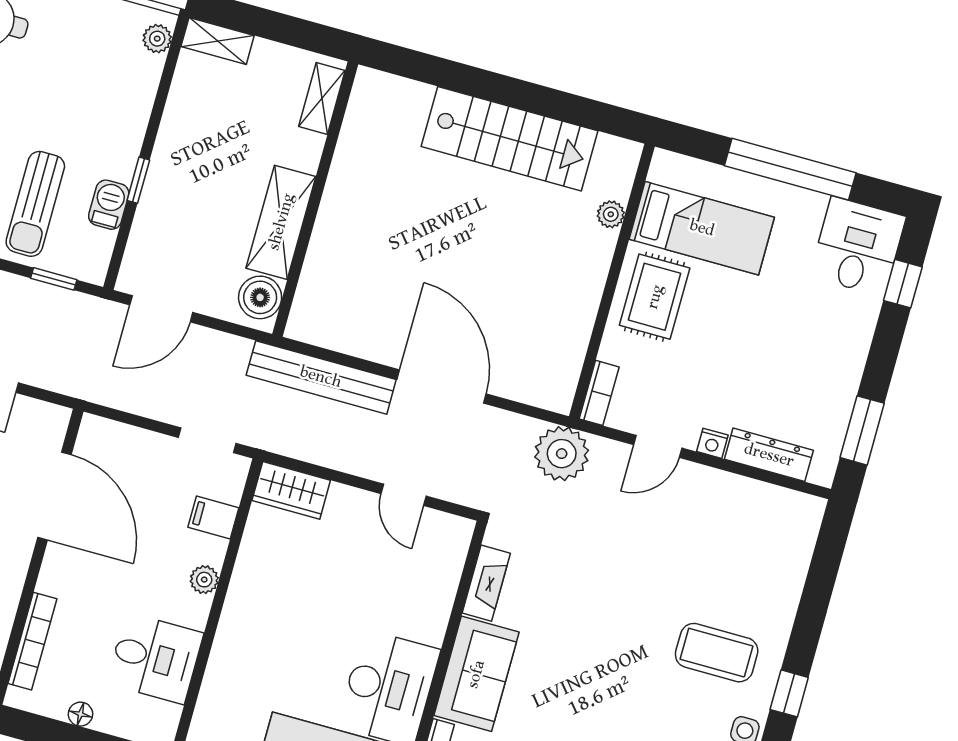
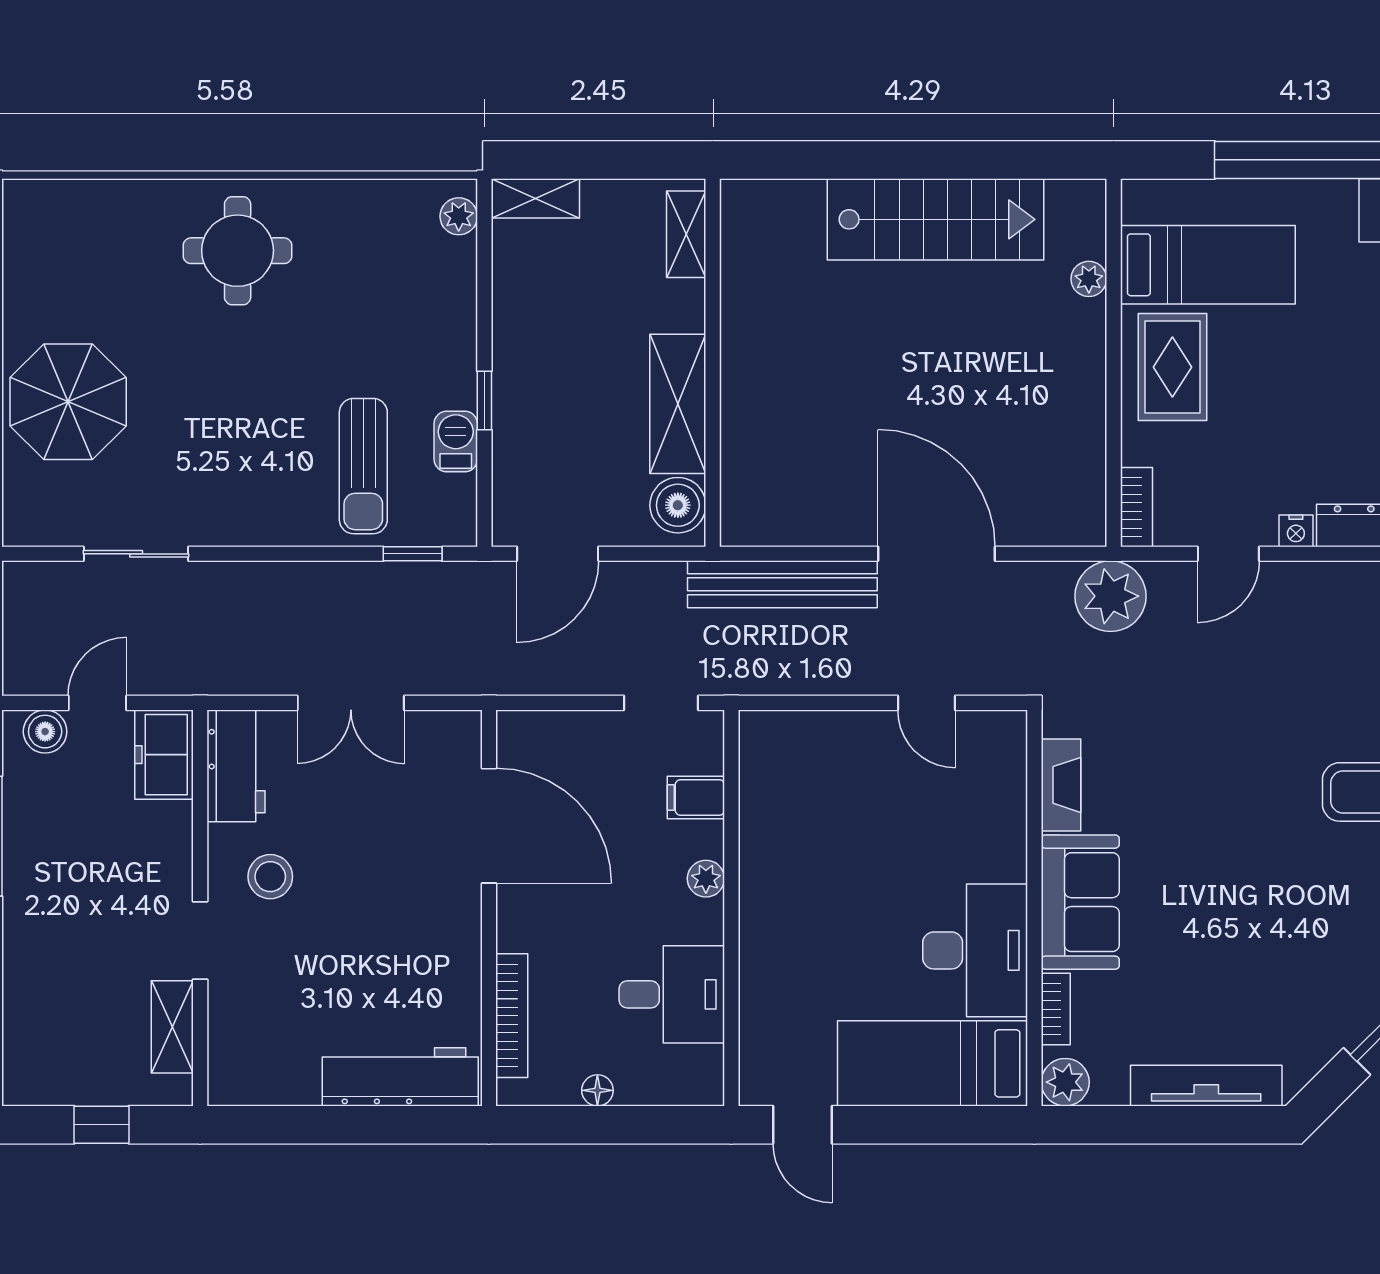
wardrobe: (291, 490) -> (784, 736), removed

